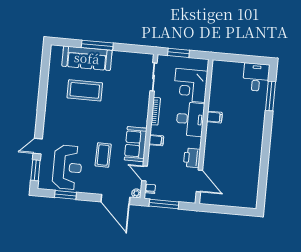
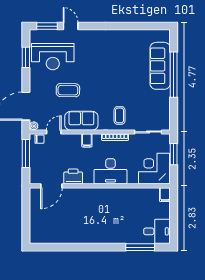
window: (97, 45) -> (174, 75), width x1.46
corner desk: (191, 85) -> (154, 169), moved
coffee table: (85, 90) -> (120, 115), moved, width x0.54, depth x0.58
filing cabinet: (214, 117) -> (165, 195), moved

